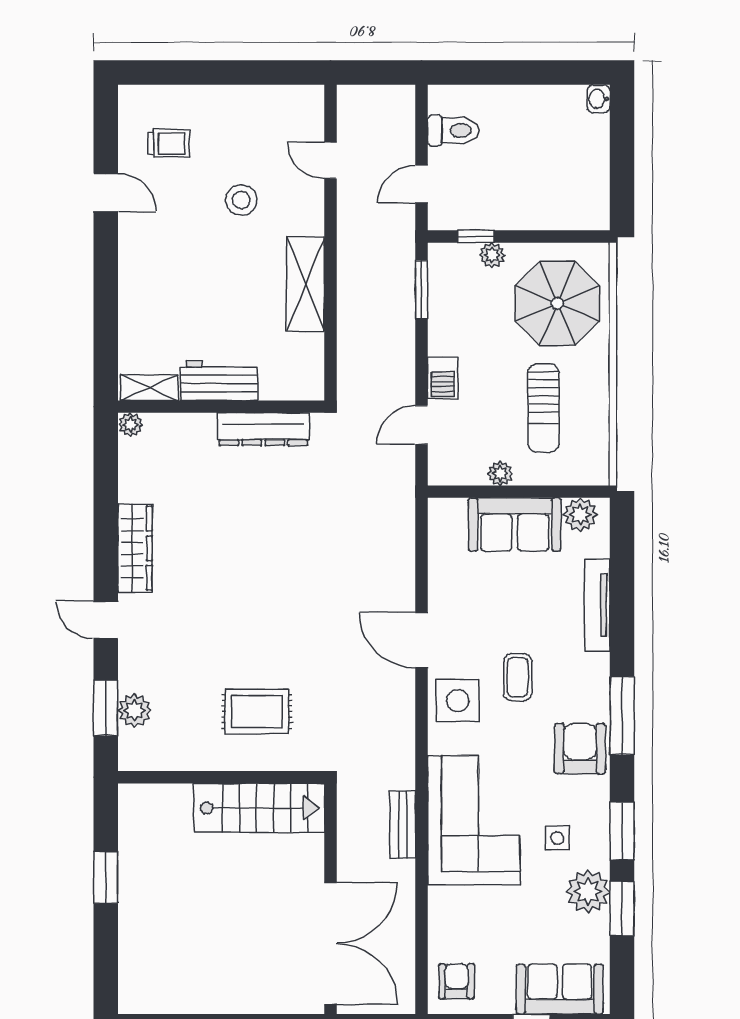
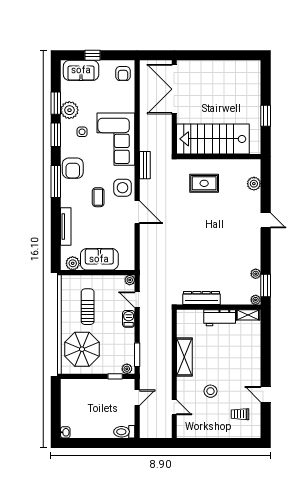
toilet: (453, 130) -> (124, 432), moved
plant: (492, 255) -> (127, 369), moved
door: (422, 425) -> (137, 300), swing flipped
plant: (500, 473) -> (130, 280), moved
plant: (130, 489) -> (256, 274), added
wardrobe: (135, 548) -> (254, 250), removed
window: (106, 708) -> (266, 286), moved
stairs: (259, 808) -> (213, 139), width x1.36, depth x1.51
bench: (403, 824) -> (145, 165), moved

